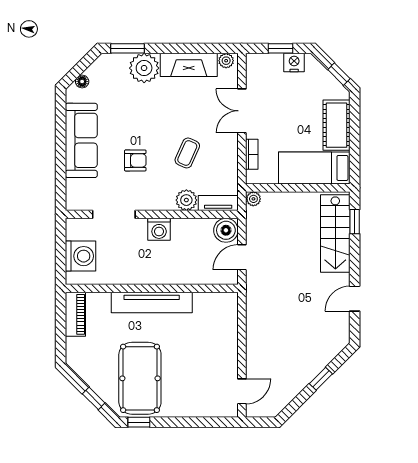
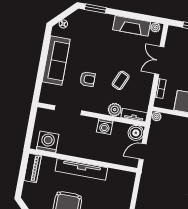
plant: (144, 68) -> (103, 23), removed
washing machine: (159, 229) -> (105, 127), moved
washing machine: (81, 256) -> (48, 142), moved, turned -90

